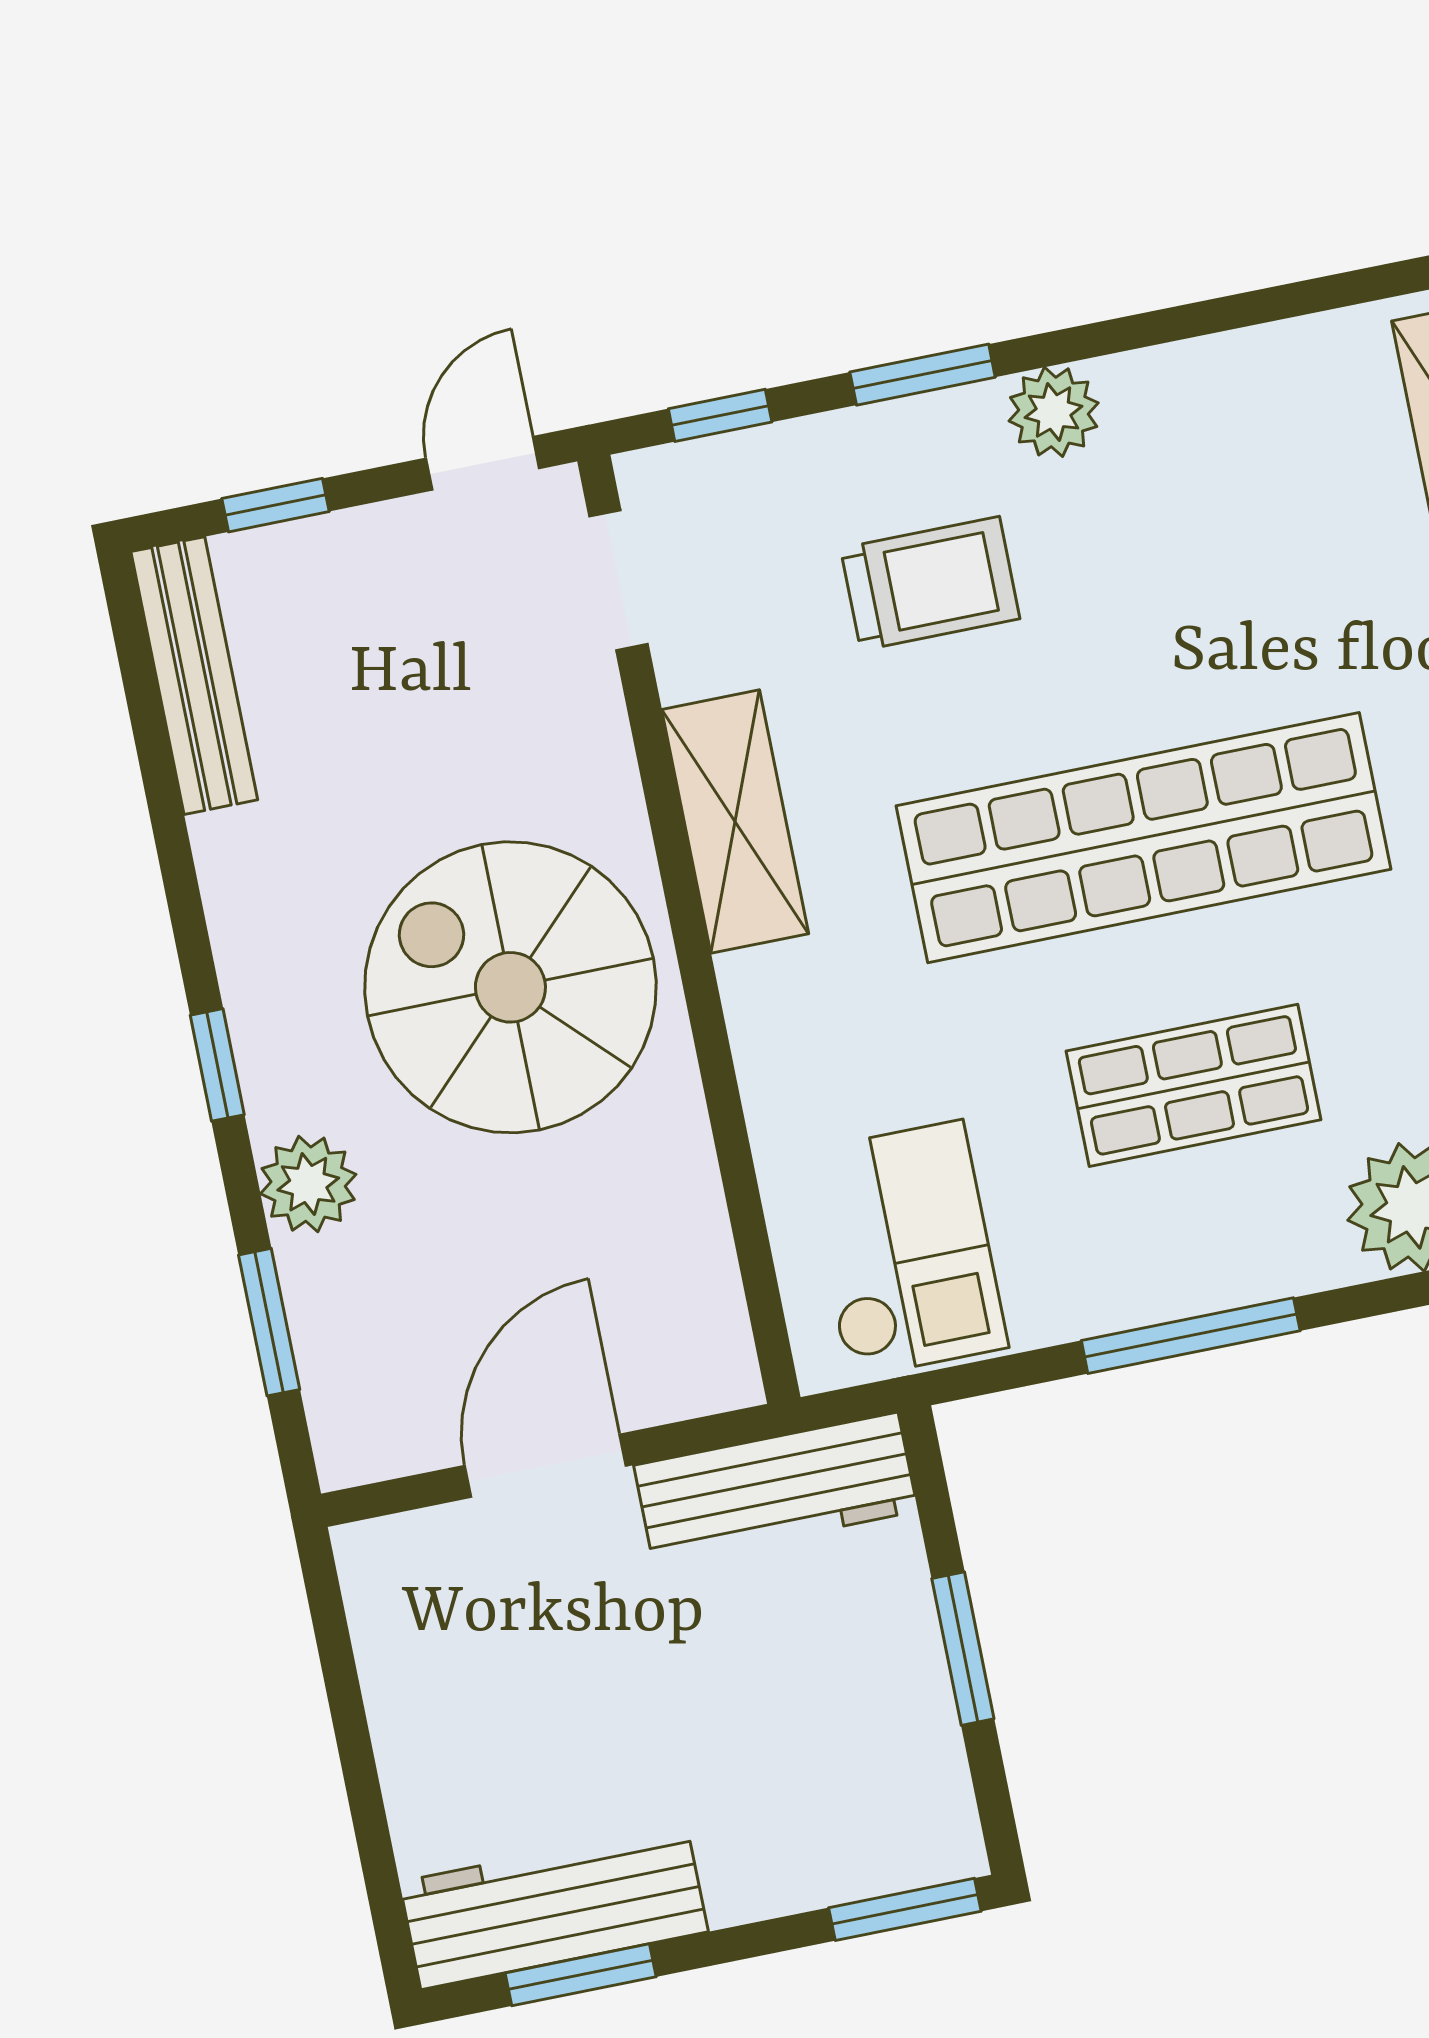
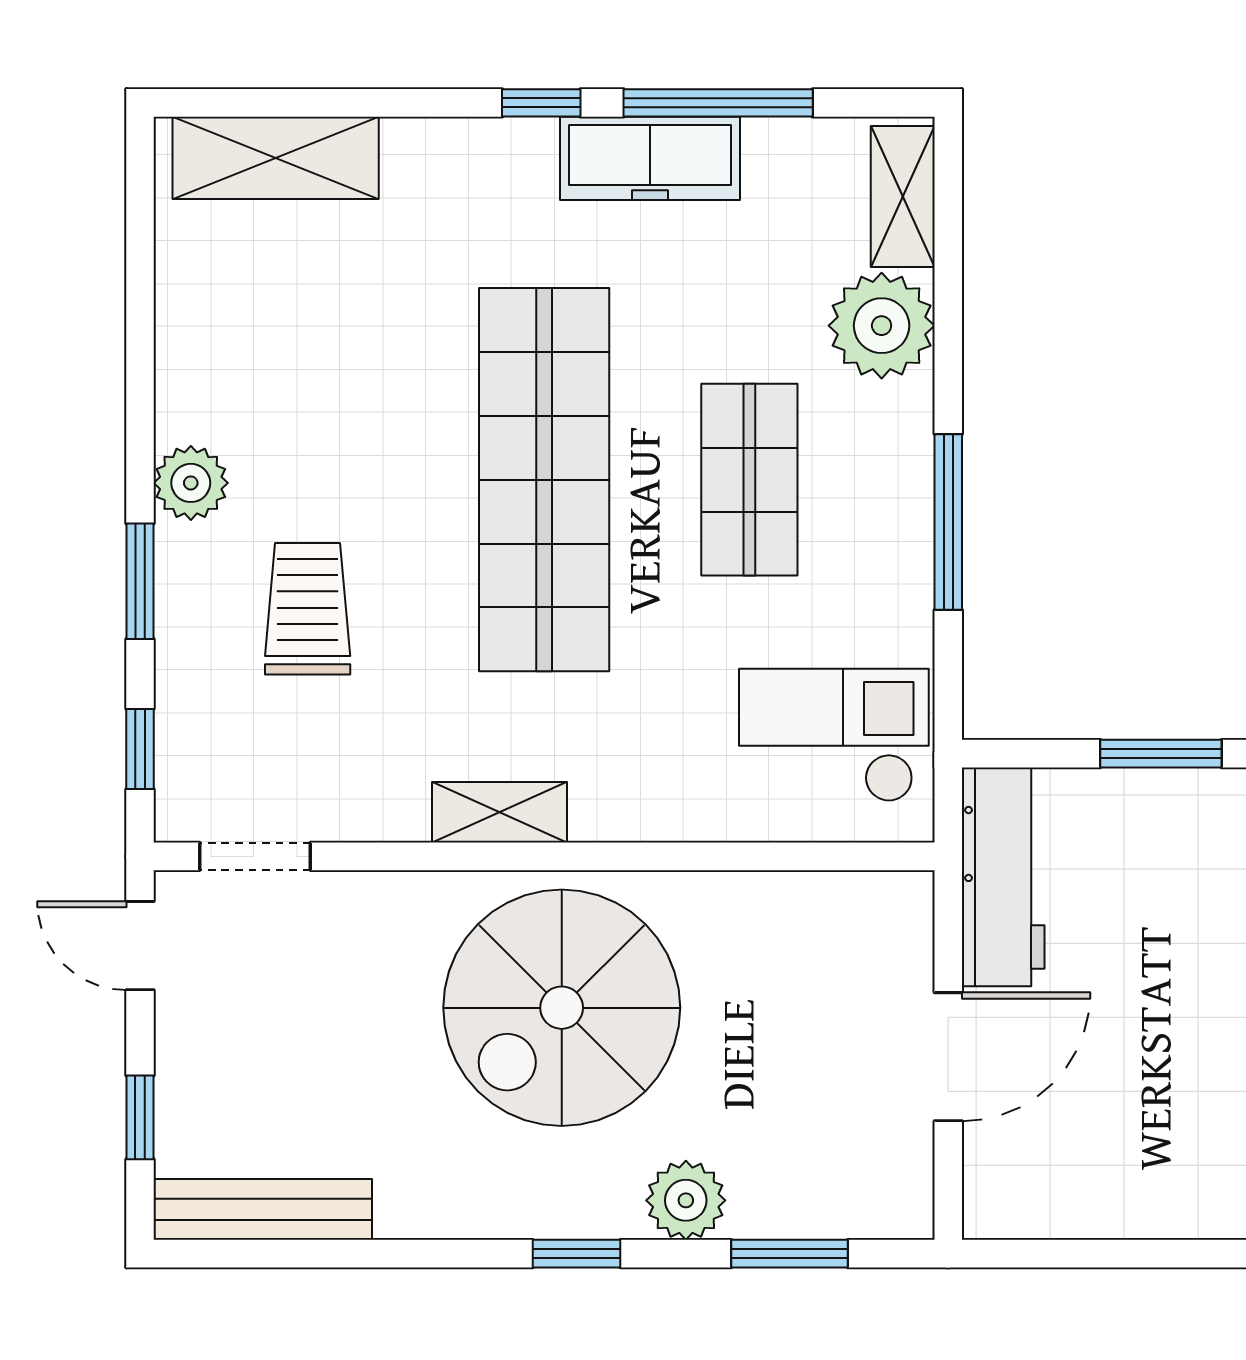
shelving: (735, 822) -> (500, 812), width x0.67, depth x0.75
door: (545, 1466) -> (948, 1057), swing flipped

